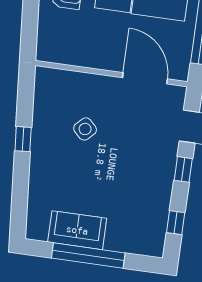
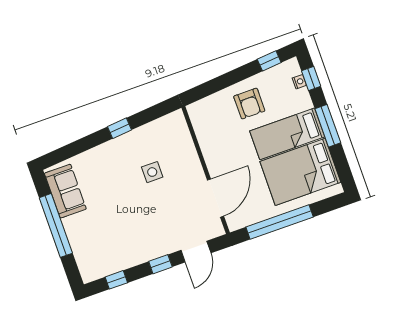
side table: (85, 129) -> (152, 172), turned 45
sofa: (77, 230) -> (65, 191), moved

